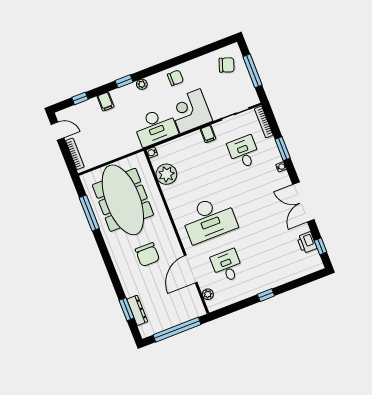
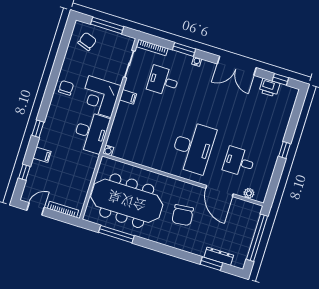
plant: (142, 84) -> (51, 117), removed
plant: (166, 174) -> (133, 152), removed
chair: (147, 255) -> (183, 215), turned 84

